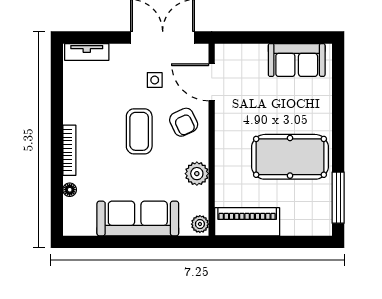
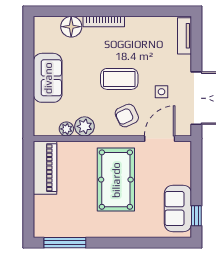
window: (305, 38) -> (196, 216), added
pool table: (290, 157) -> (116, 180), moved
floor lamp: (70, 190) -> (71, 27), width x1.89, depth x1.89
sofa: (138, 218) -> (48, 78), width x0.73
plant: (200, 224) -> (66, 129), moved

